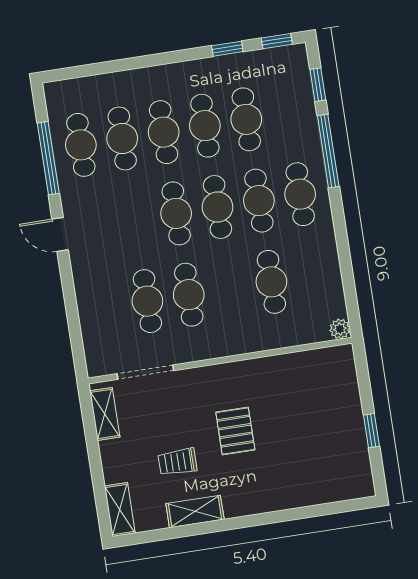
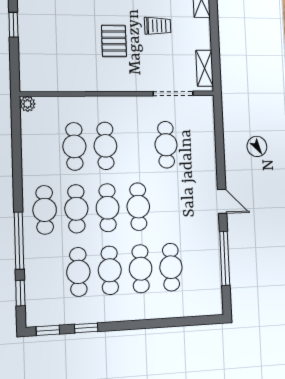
cafe table: (81, 145) -> (201, 266), removed
cafe table: (189, 295) -> (105, 146), moved

